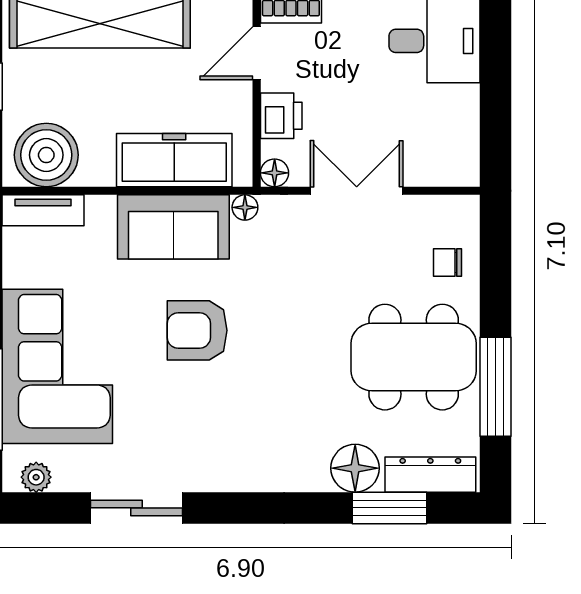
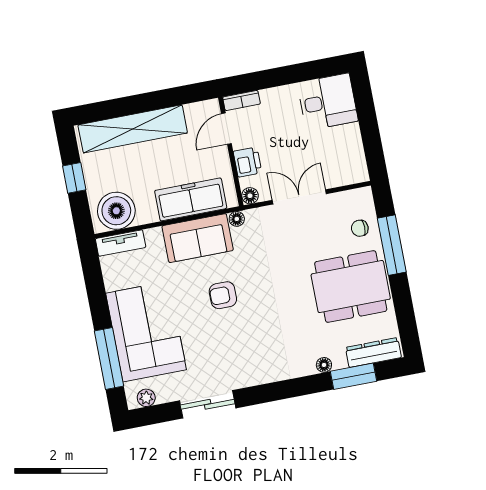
armchair: (197, 330) -> (223, 295), width x0.72, depth x0.72
window: (496, 387) -> (392, 245), moved
floor lamp: (355, 468) -> (324, 365), width x0.53, depth x0.53

